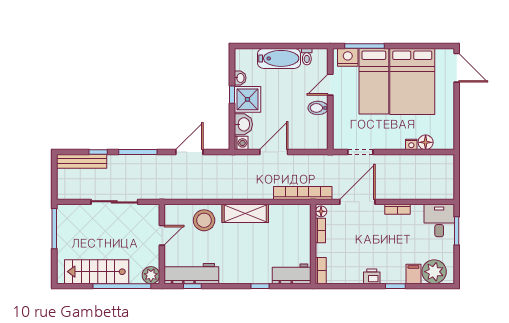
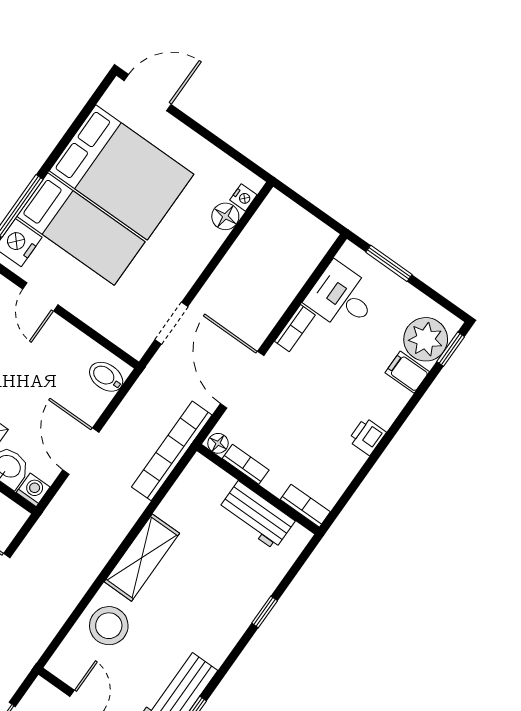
bidet: (318, 108) -> (106, 377), moved, turned 90
nightstand: (411, 144) -> (243, 197), moved
desk: (439, 221) -> (342, 297), moved
workbench: (292, 274) -> (256, 515), moved, turned -90
window: (395, 286) -> (451, 349), moved

